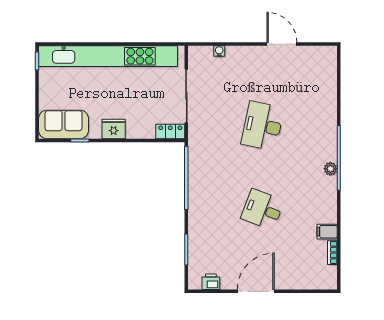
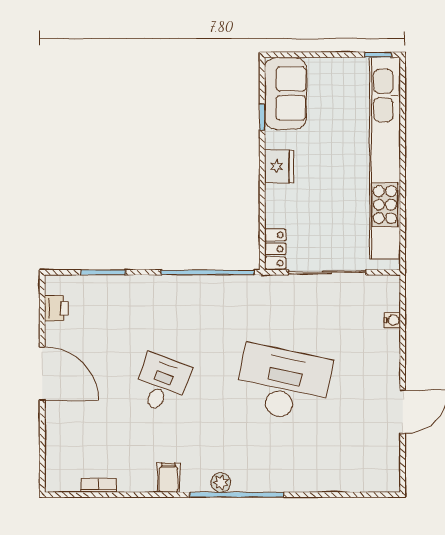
desk: (263, 126) -> (283, 384), width x1.36, depth x1.30
filing cabinet: (327, 232) -> (168, 478), moved

